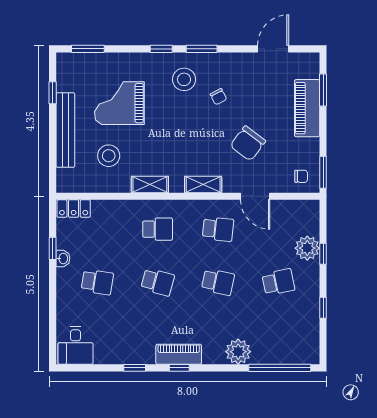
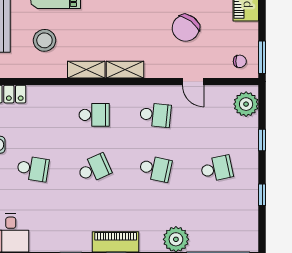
shelving: (203, 184) -> (125, 70), moved
door: (255, 196) -> (193, 82), width x0.73
plant: (307, 248) -> (246, 104), moved
school desk: (158, 282) -> (94, 169), turned -39

